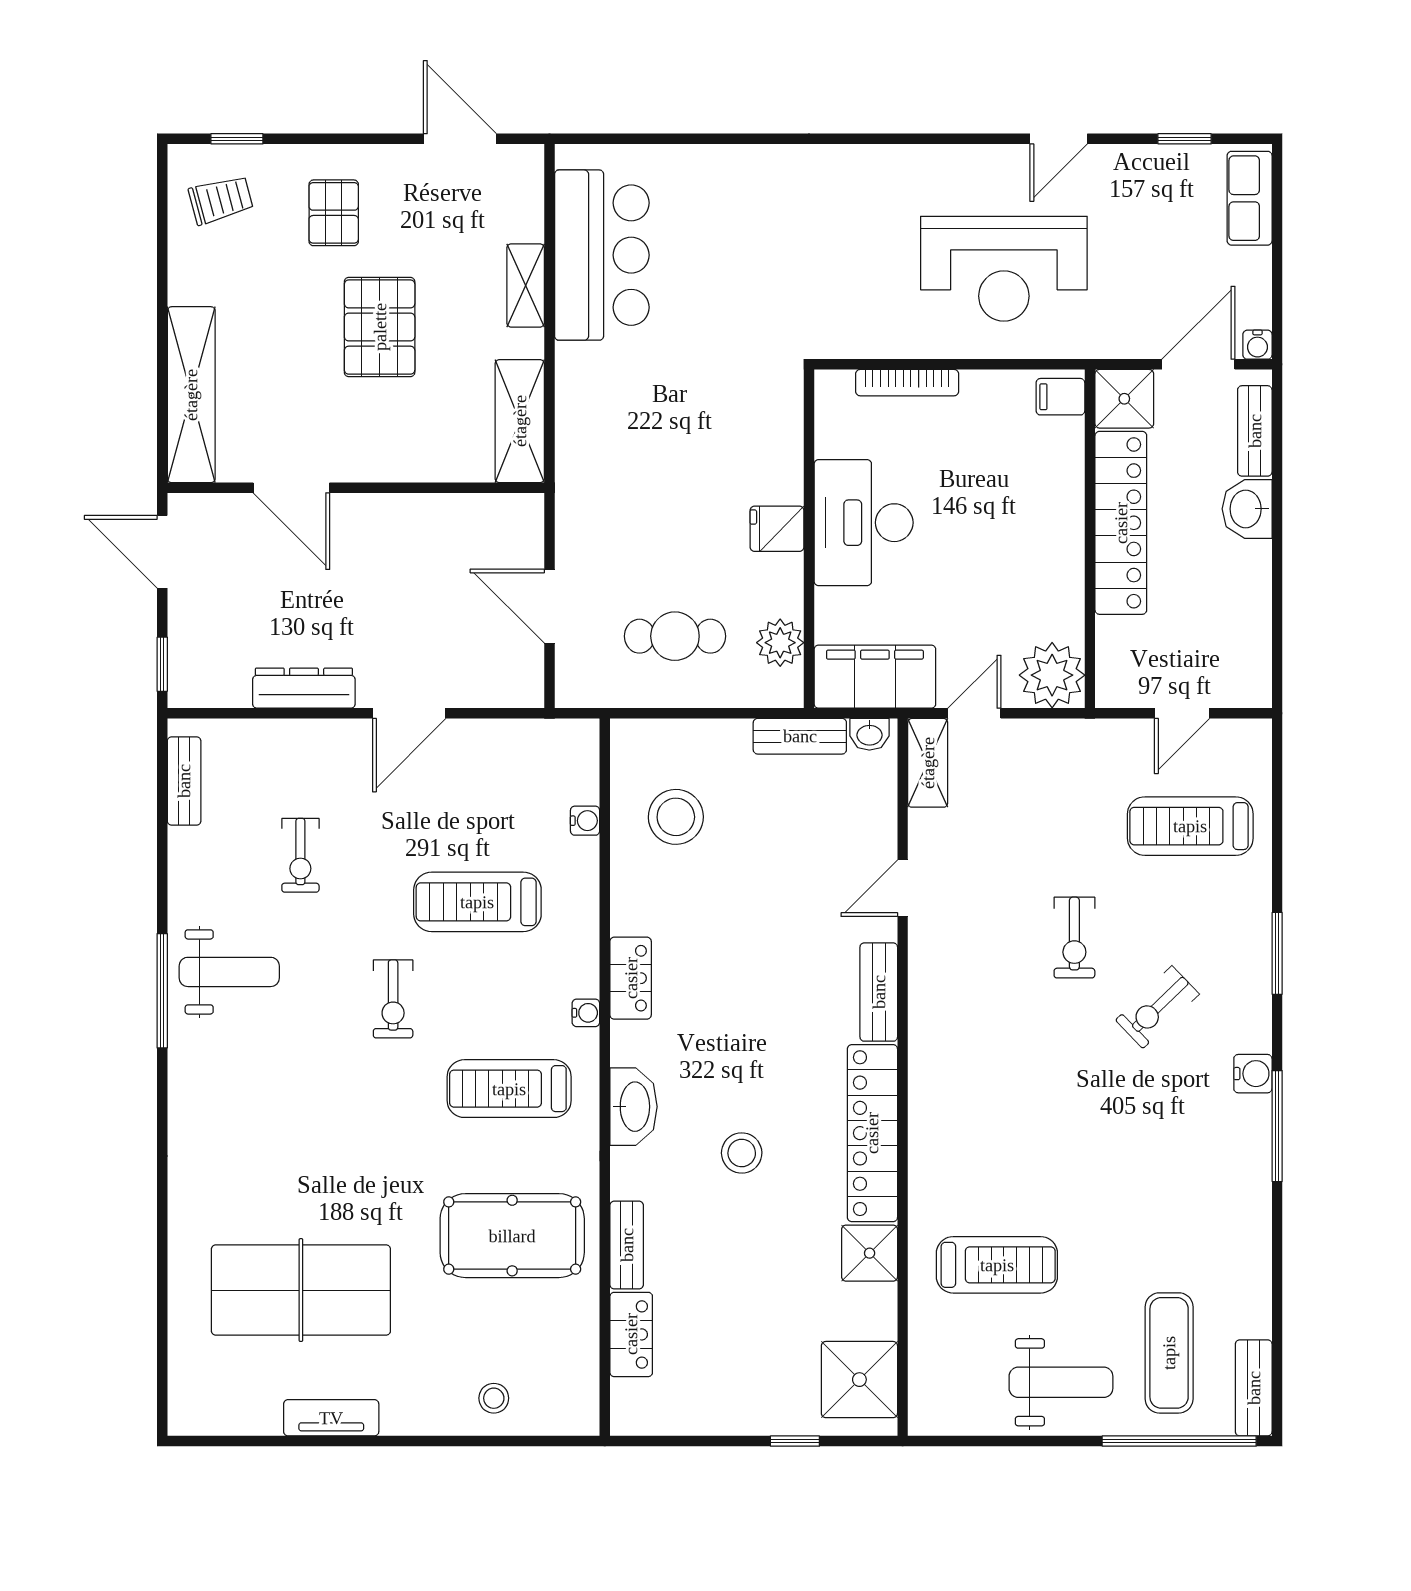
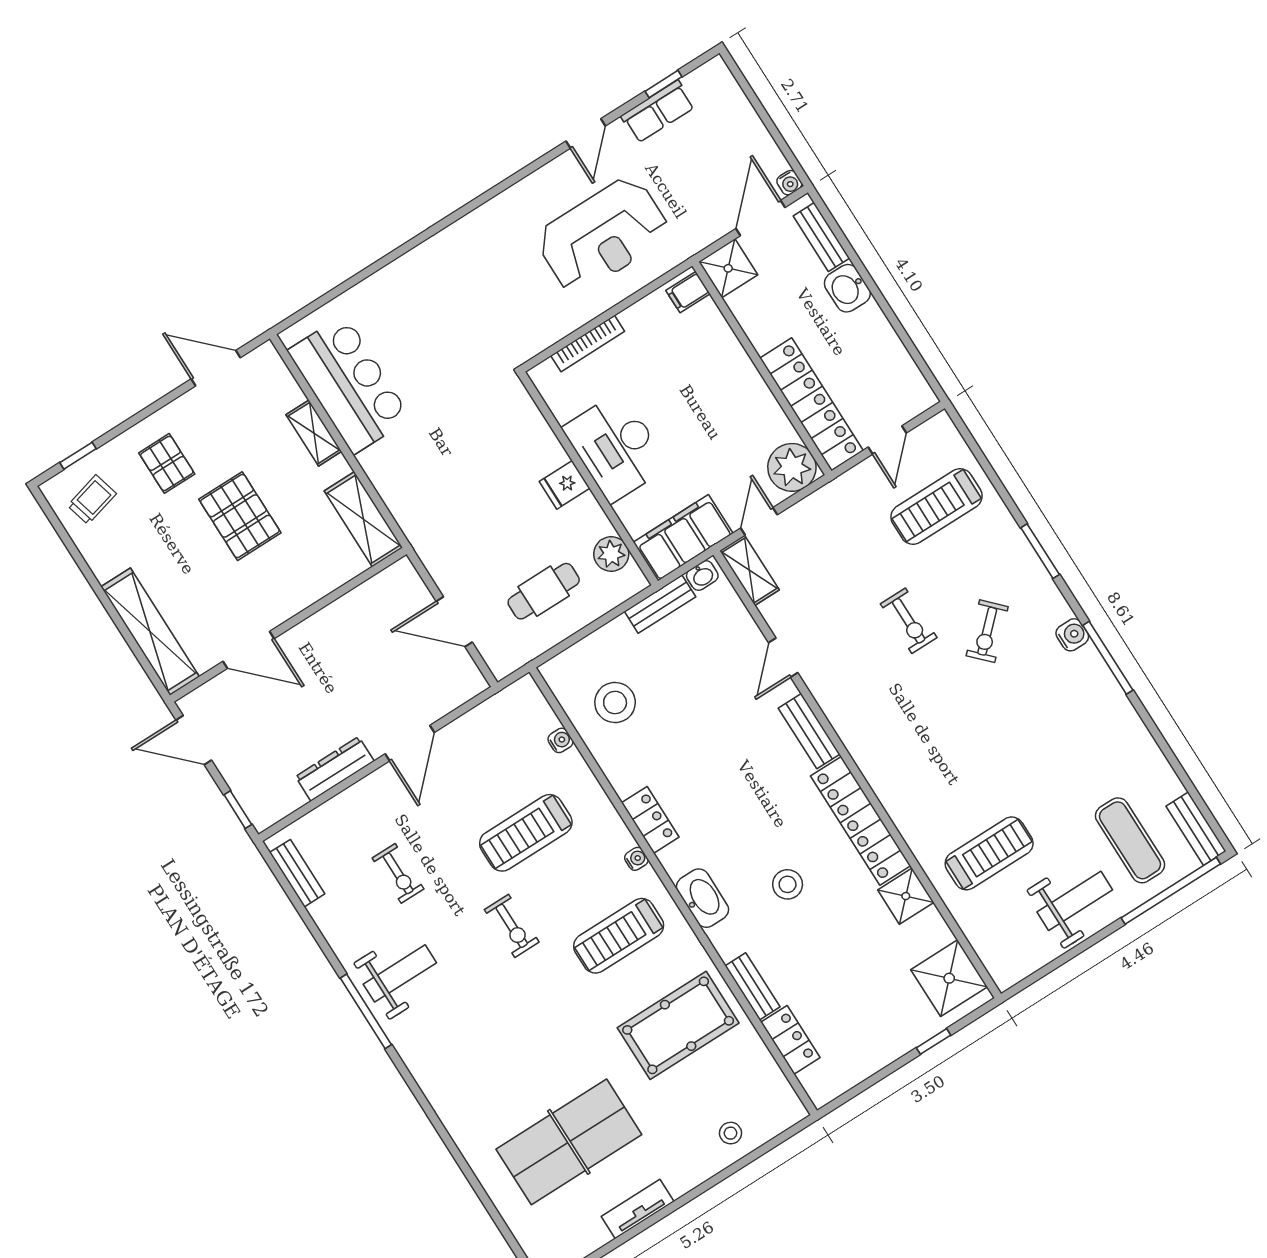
row of seats: (1250, 198) -> (658, 112), moved, turned -90
locker: (1121, 523) -> (812, 404), moved

